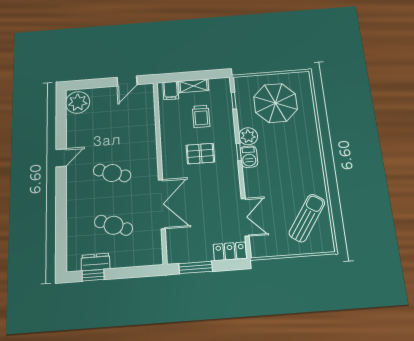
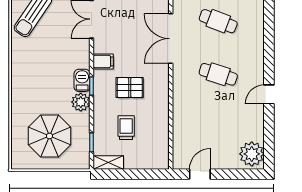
shelving: (194, 86) -> (108, 162), moved
filing cabinet: (171, 91) -> (103, 61), moved, turned 90

